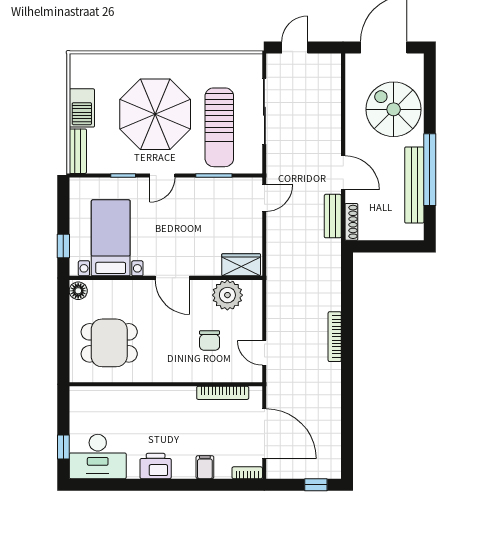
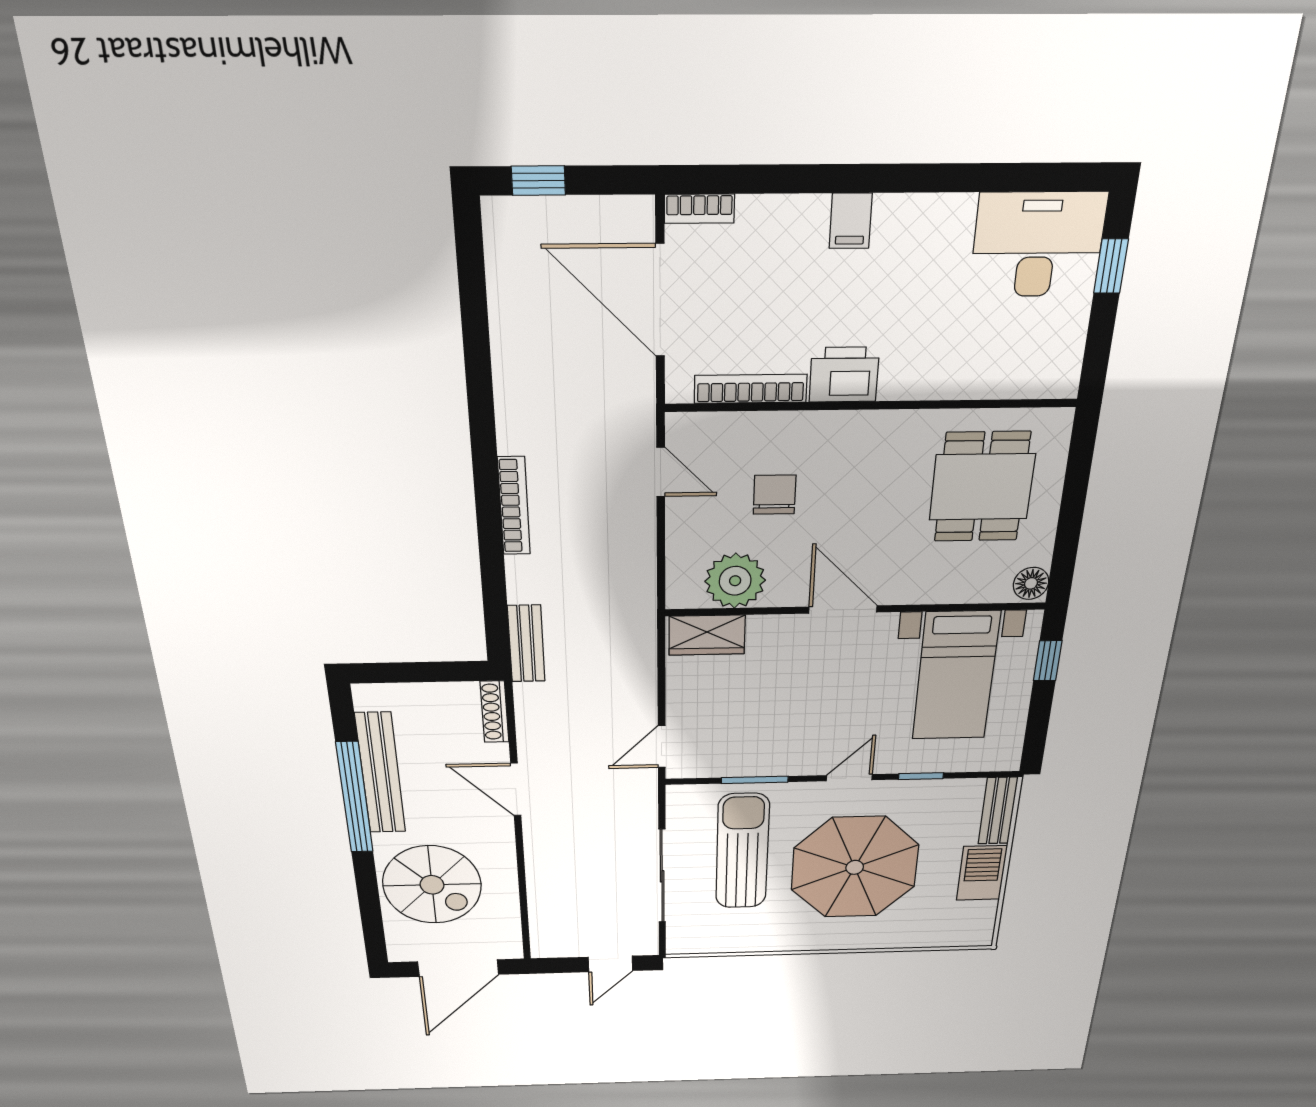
bench: (333, 216) -> (526, 644), moved
dining table: (109, 343) -> (982, 487), turned 90
printer: (156, 466) -> (844, 375), moved, turned 180
filing cabinet: (205, 467) -> (851, 221), moved

